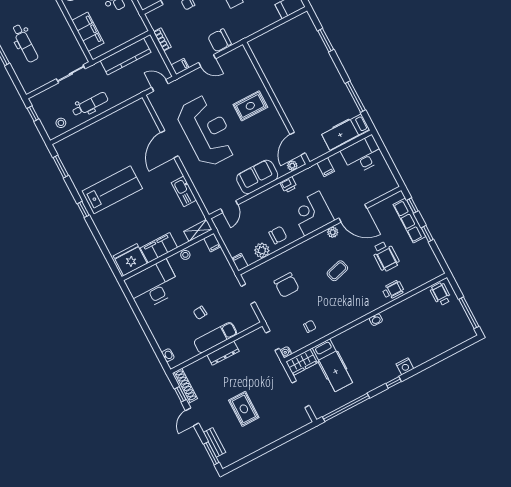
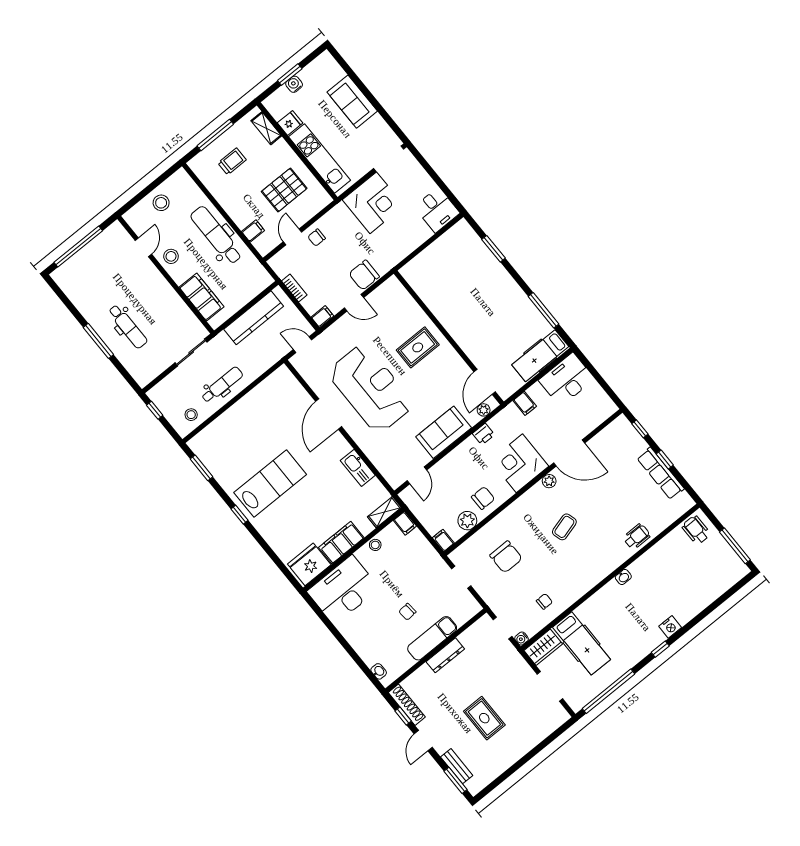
row of seats: (409, 221) -> (661, 473), moved
wheelchair: (385, 256) -> (619, 497), removed

